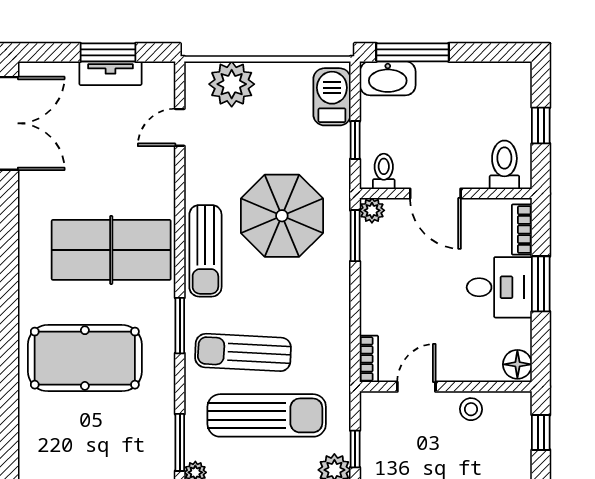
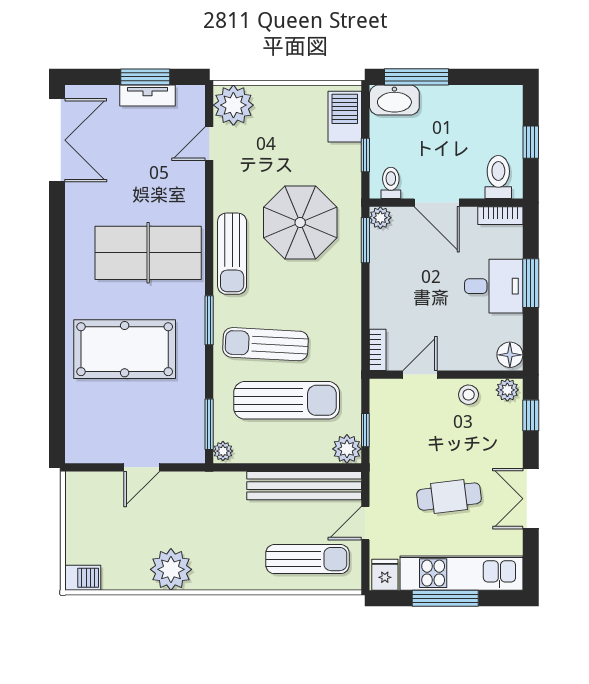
plant: (232, 84) -> (233, 105), moved
bookcase: (522, 230) -> (500, 216), moved, turned -90
plant: (515, 404) -> (507, 390), added

